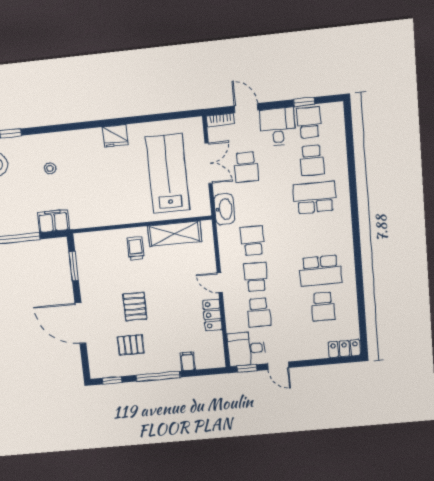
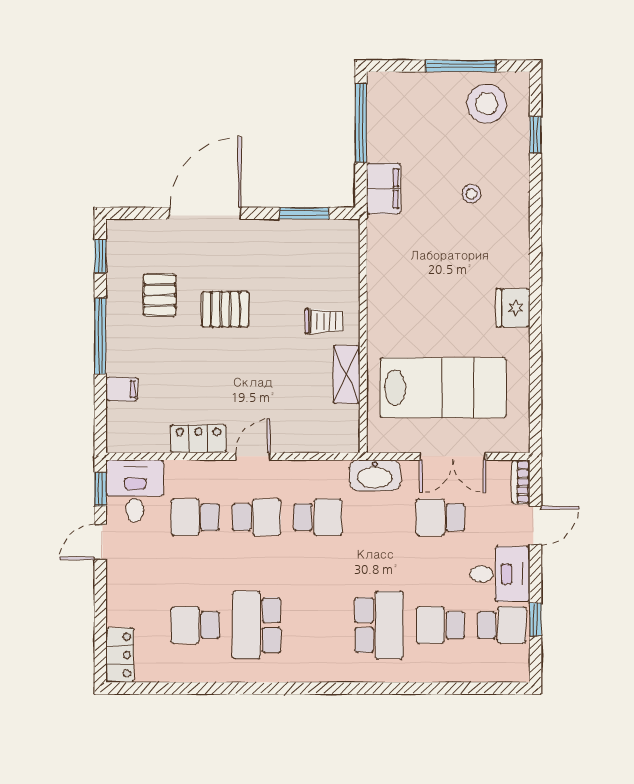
shelving: (175, 234) -> (347, 374), width x0.67, depth x0.75

